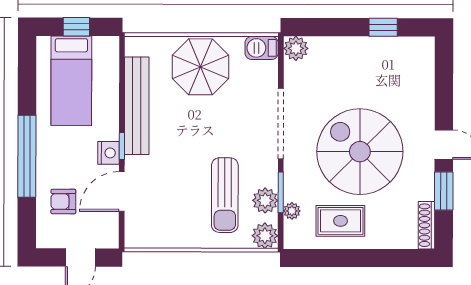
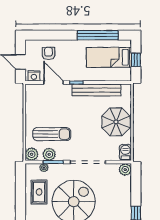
nightstand: (108, 153) -> (34, 76), moved
window: (27, 156) -> (98, 35), moved
sun lounger: (225, 195) -> (52, 134), turned 180

